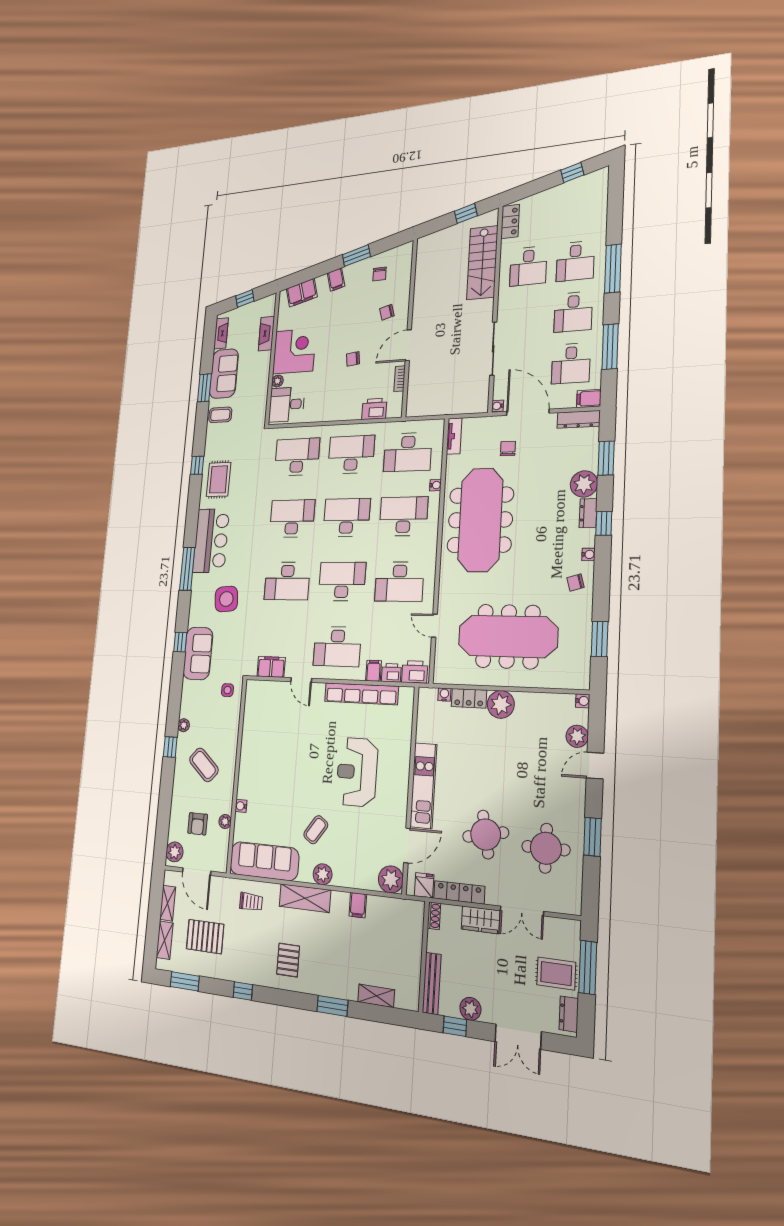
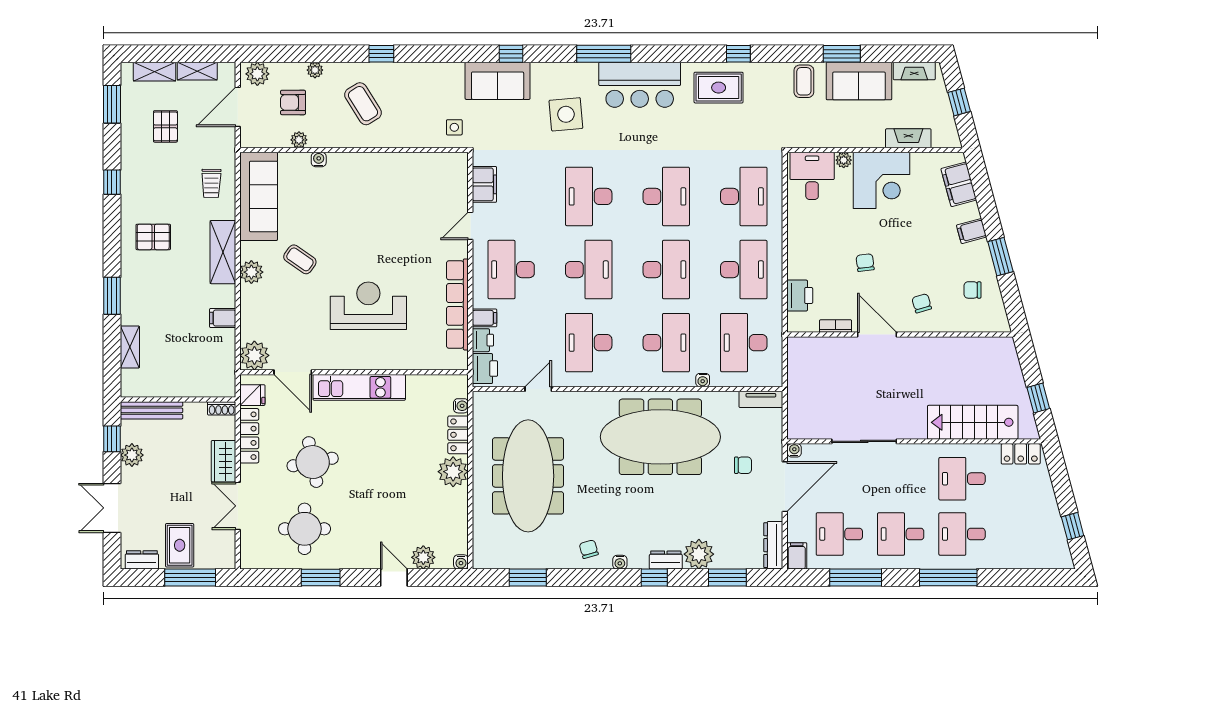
plant: (184, 725) -> (315, 70), moved
coffee table: (204, 765) -> (363, 104), turned -74
pallet: (205, 937) -> (165, 126), width x0.67, depth x0.71

